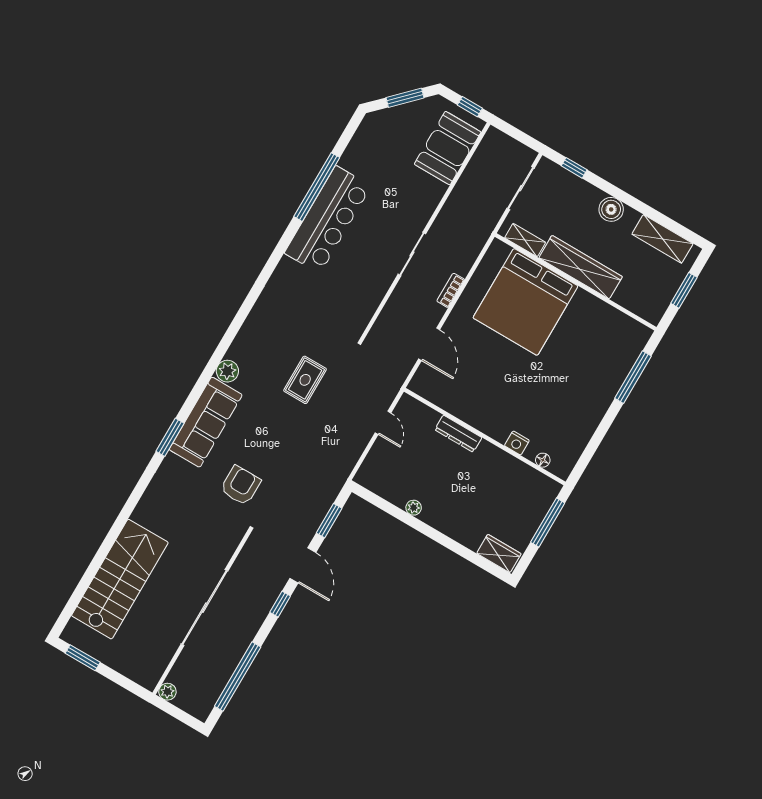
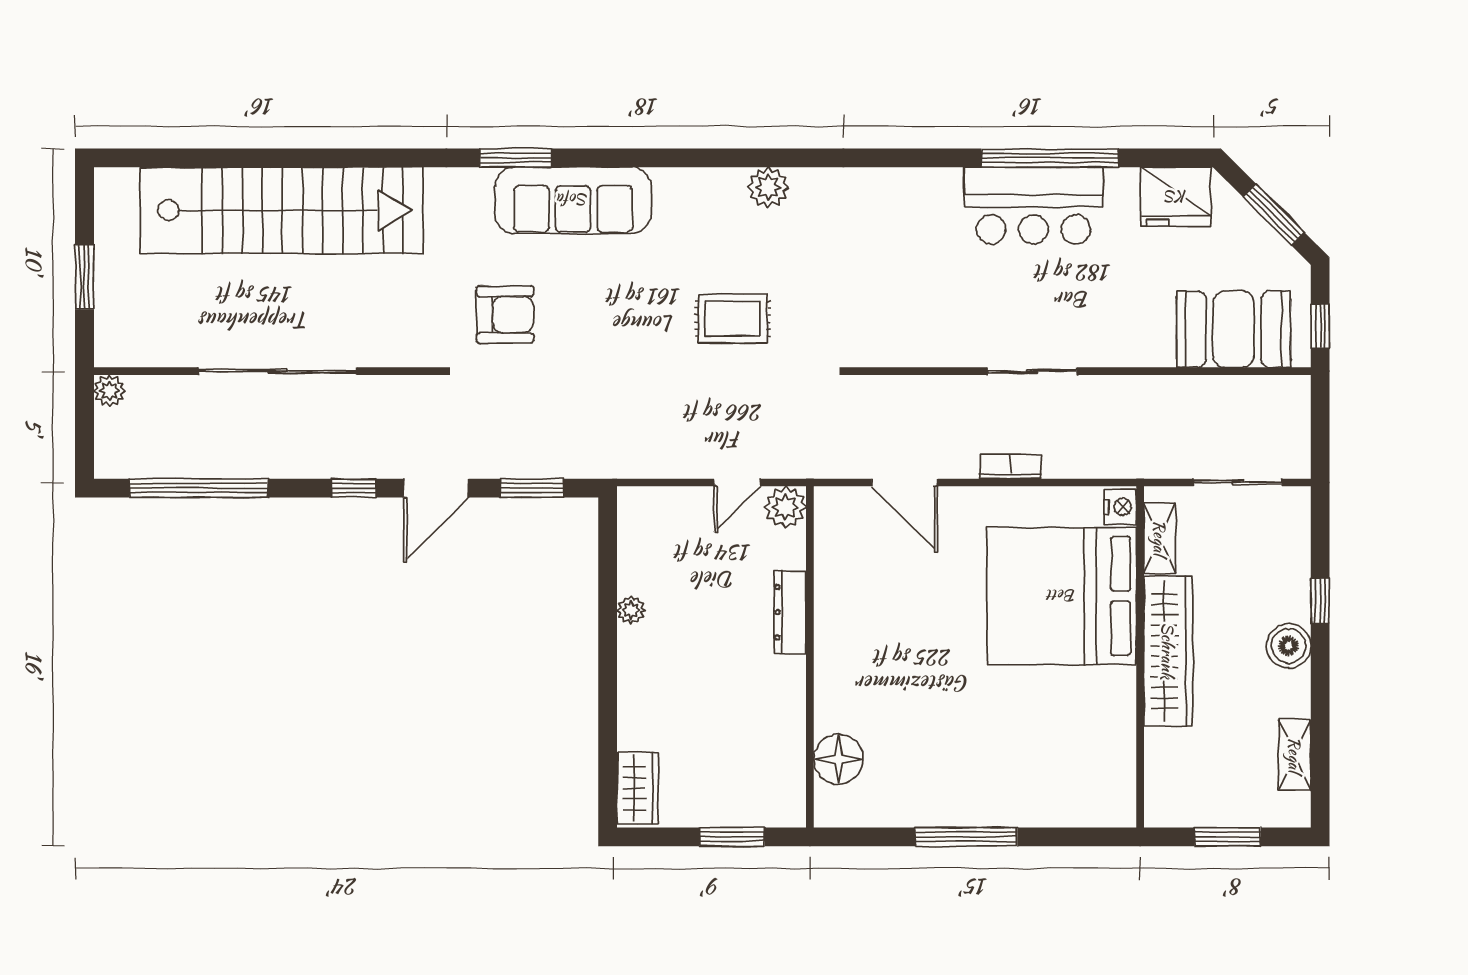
fridge: (370, 139) -> (1176, 197), added
window: (574, 168) -> (1320, 601), moved
bar counter: (328, 220) -> (1034, 206), width x0.73
shelving: (662, 239) -> (1295, 755), width x0.67, depth x0.75
door: (429, 344) -> (905, 482), hinge flipped
plant: (227, 371) -> (768, 187), moved
window: (633, 377) -> (966, 837), moved
plant: (408, 407) -> (785, 507), added
nightstand: (517, 443) -> (1120, 507), moved, turned 180
floor lamp: (543, 460) -> (838, 759), width x1.89, depth x1.89
window: (548, 523) -> (732, 837), width x0.69
stairs: (120, 579) -> (282, 210), width x1.36
window: (83, 658) -> (84, 277), moved

